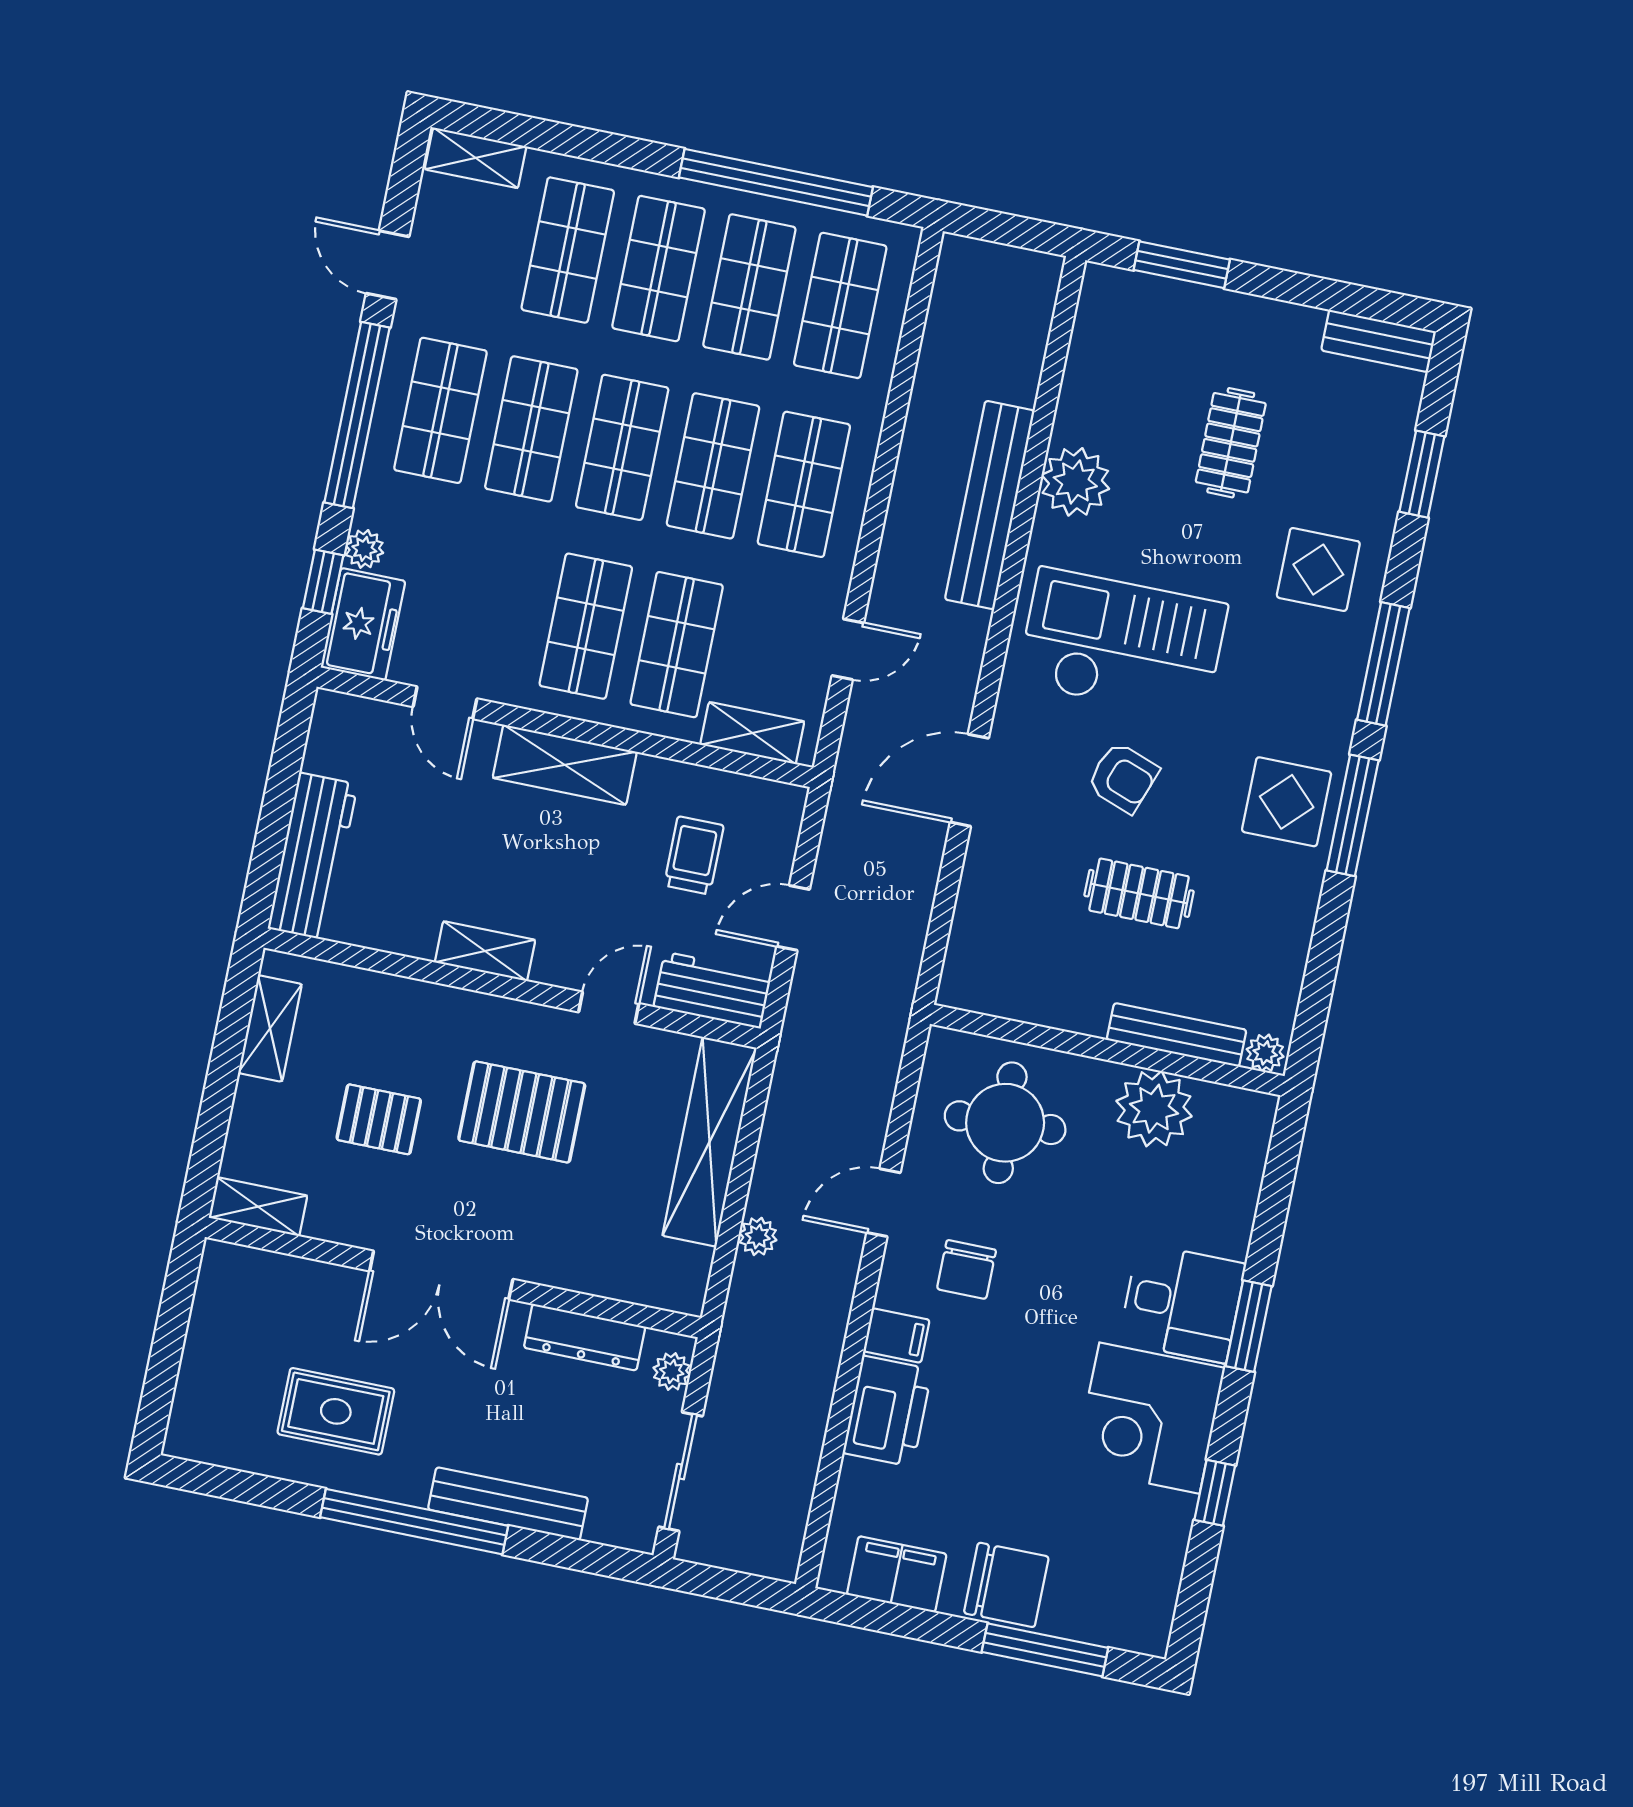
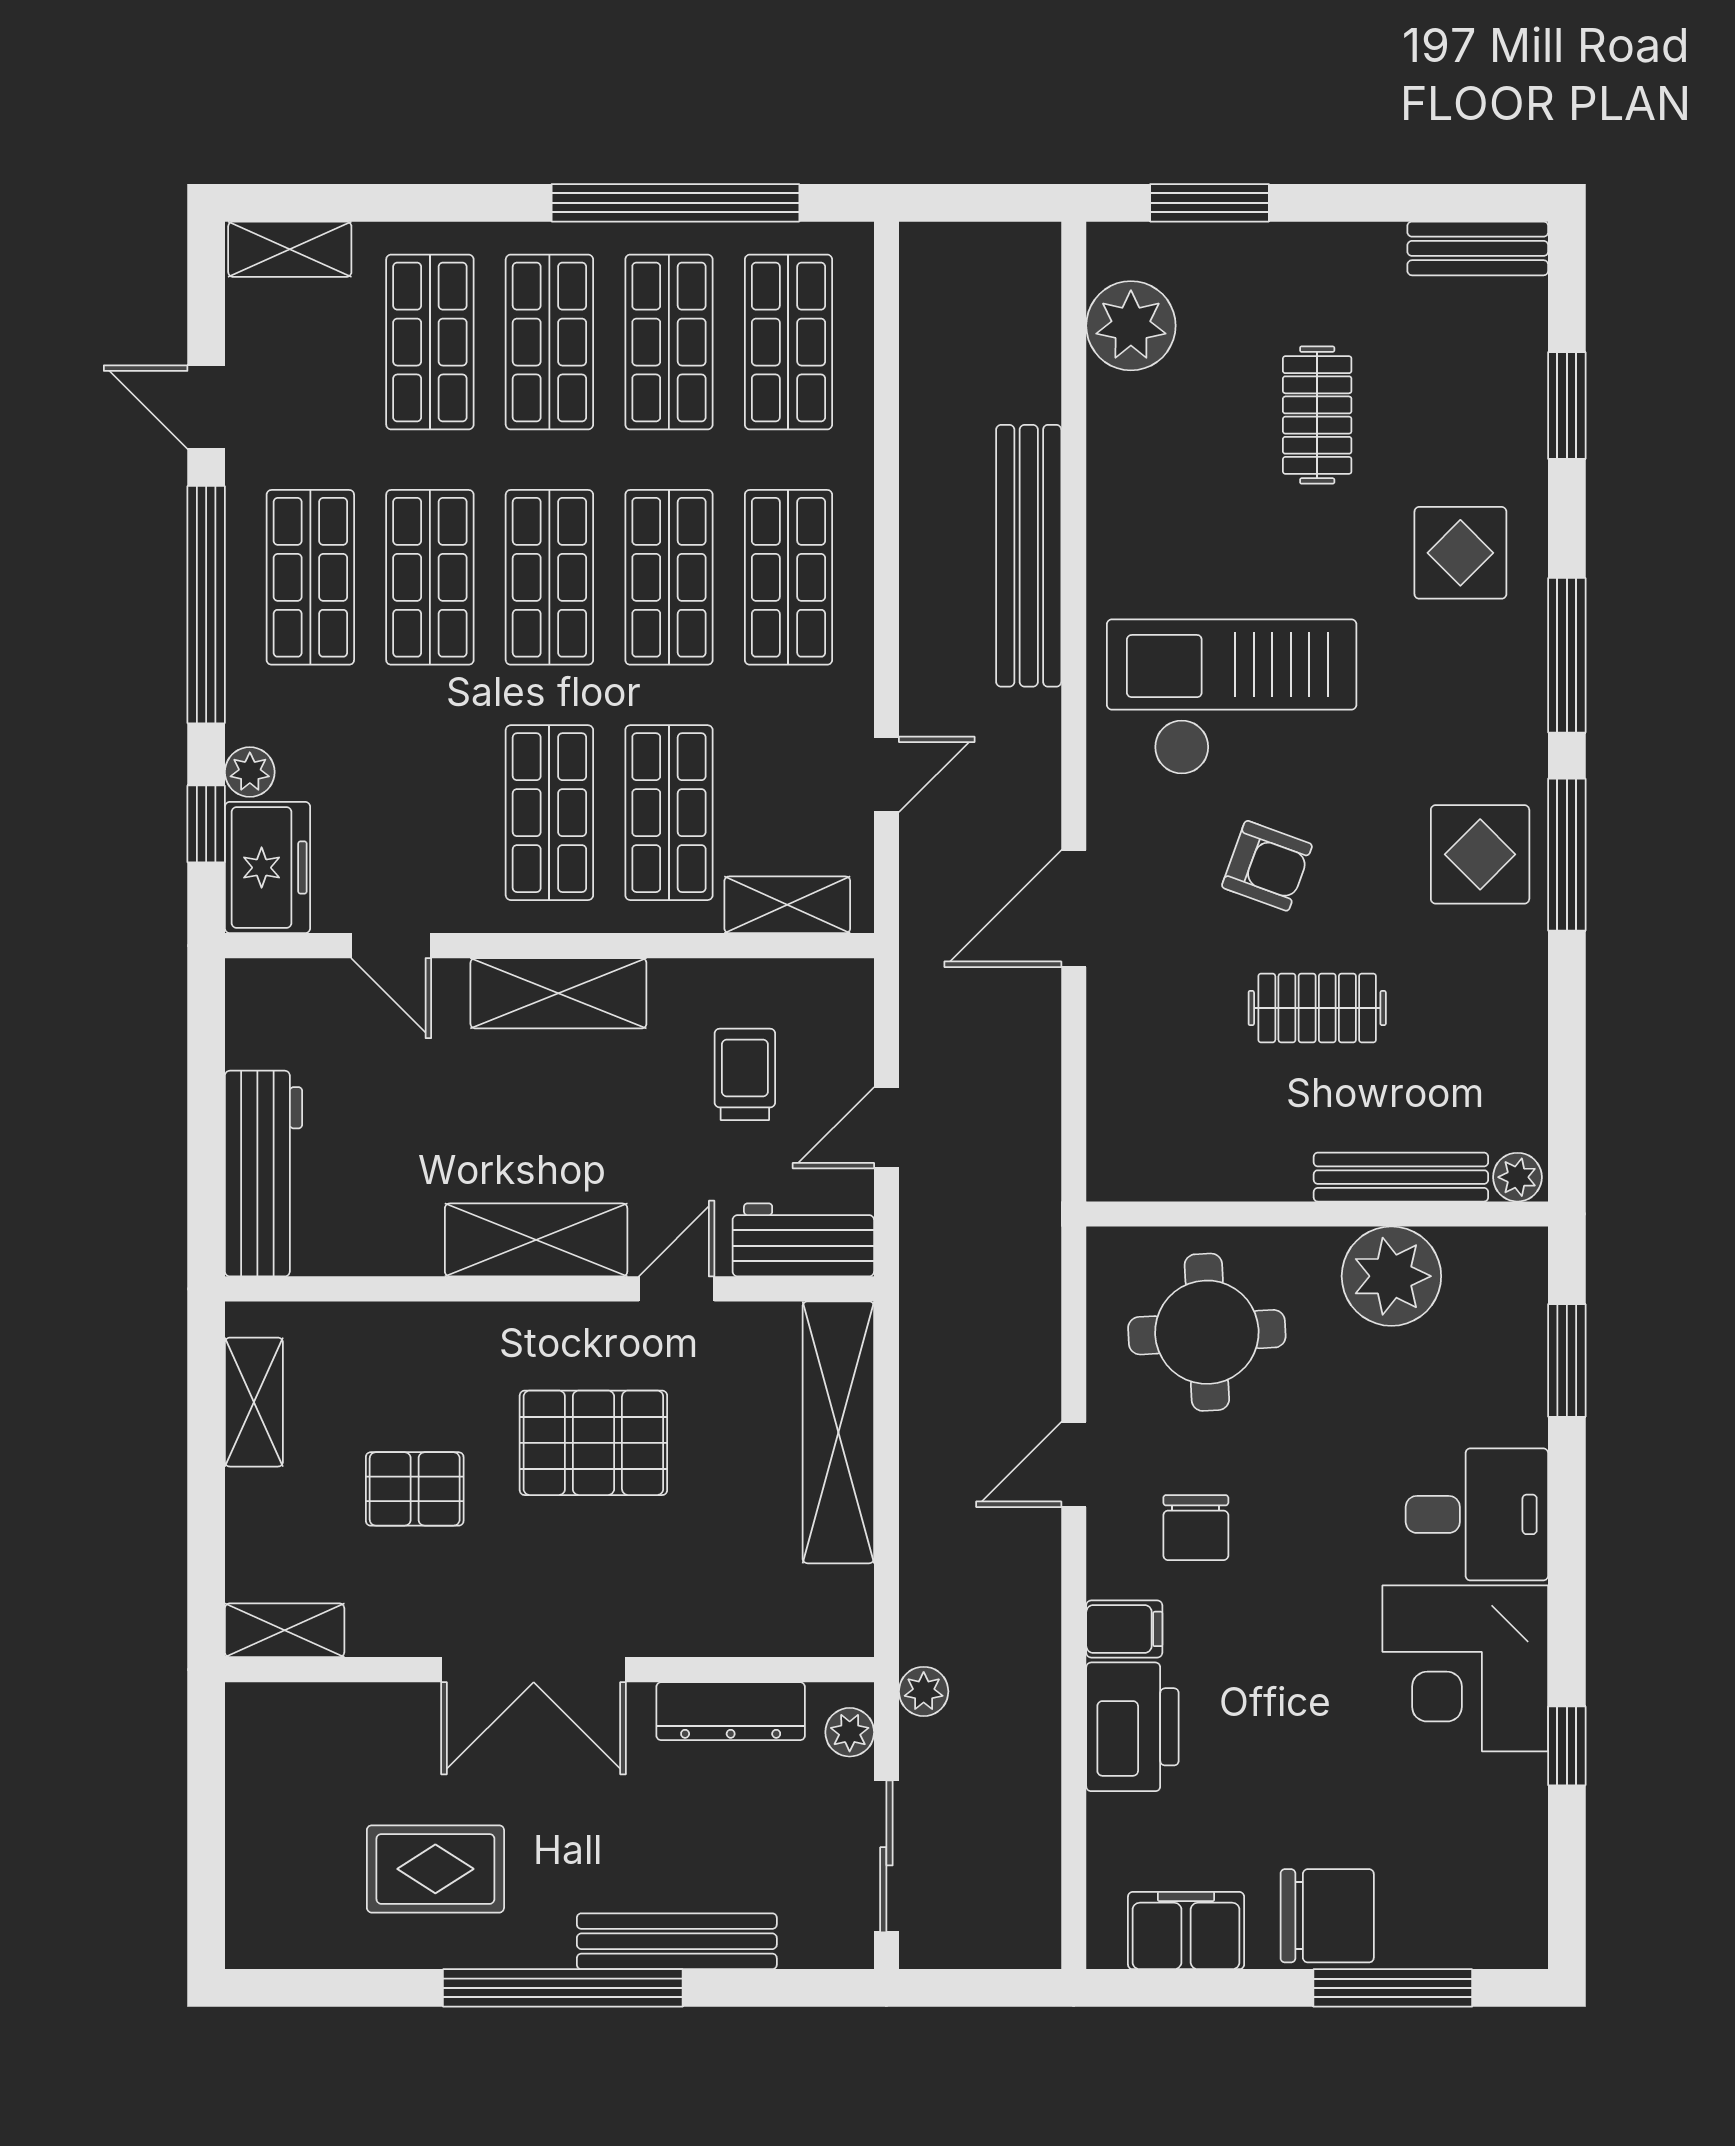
plant: (1075, 482) -> (1131, 326), moved
shelving: (485, 951) -> (536, 1240), width x1.50, depth x1.33
plant: (758, 1236) -> (924, 1691), moved
window: (1249, 1326) -> (1567, 1360), moved

